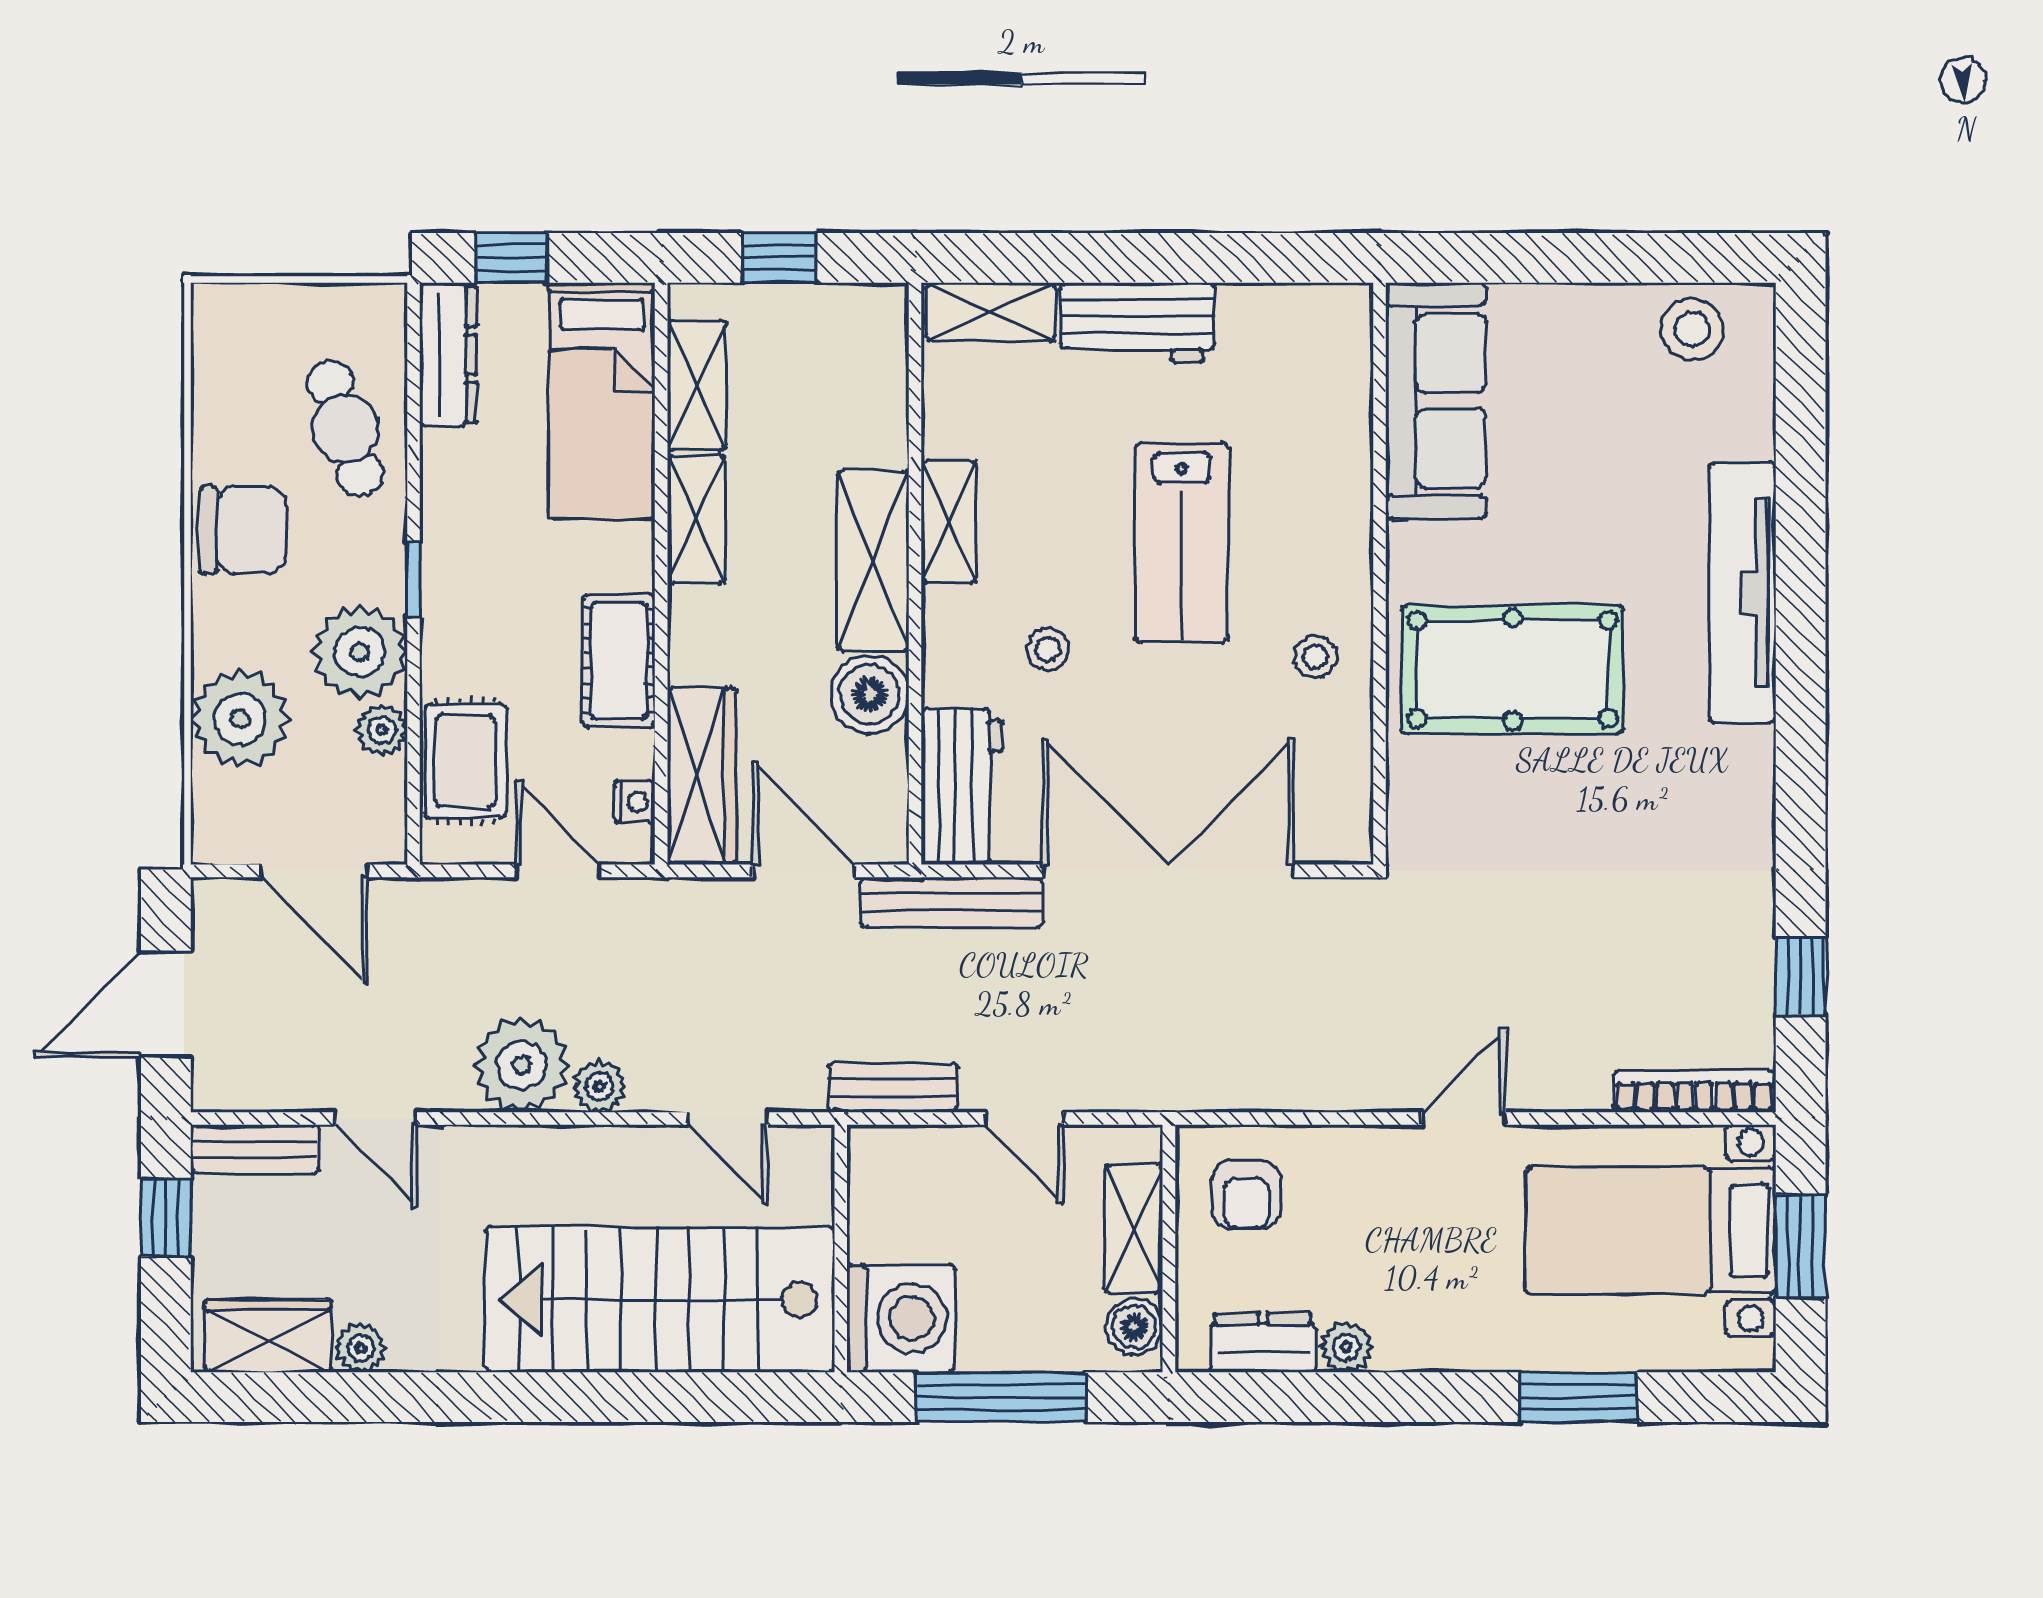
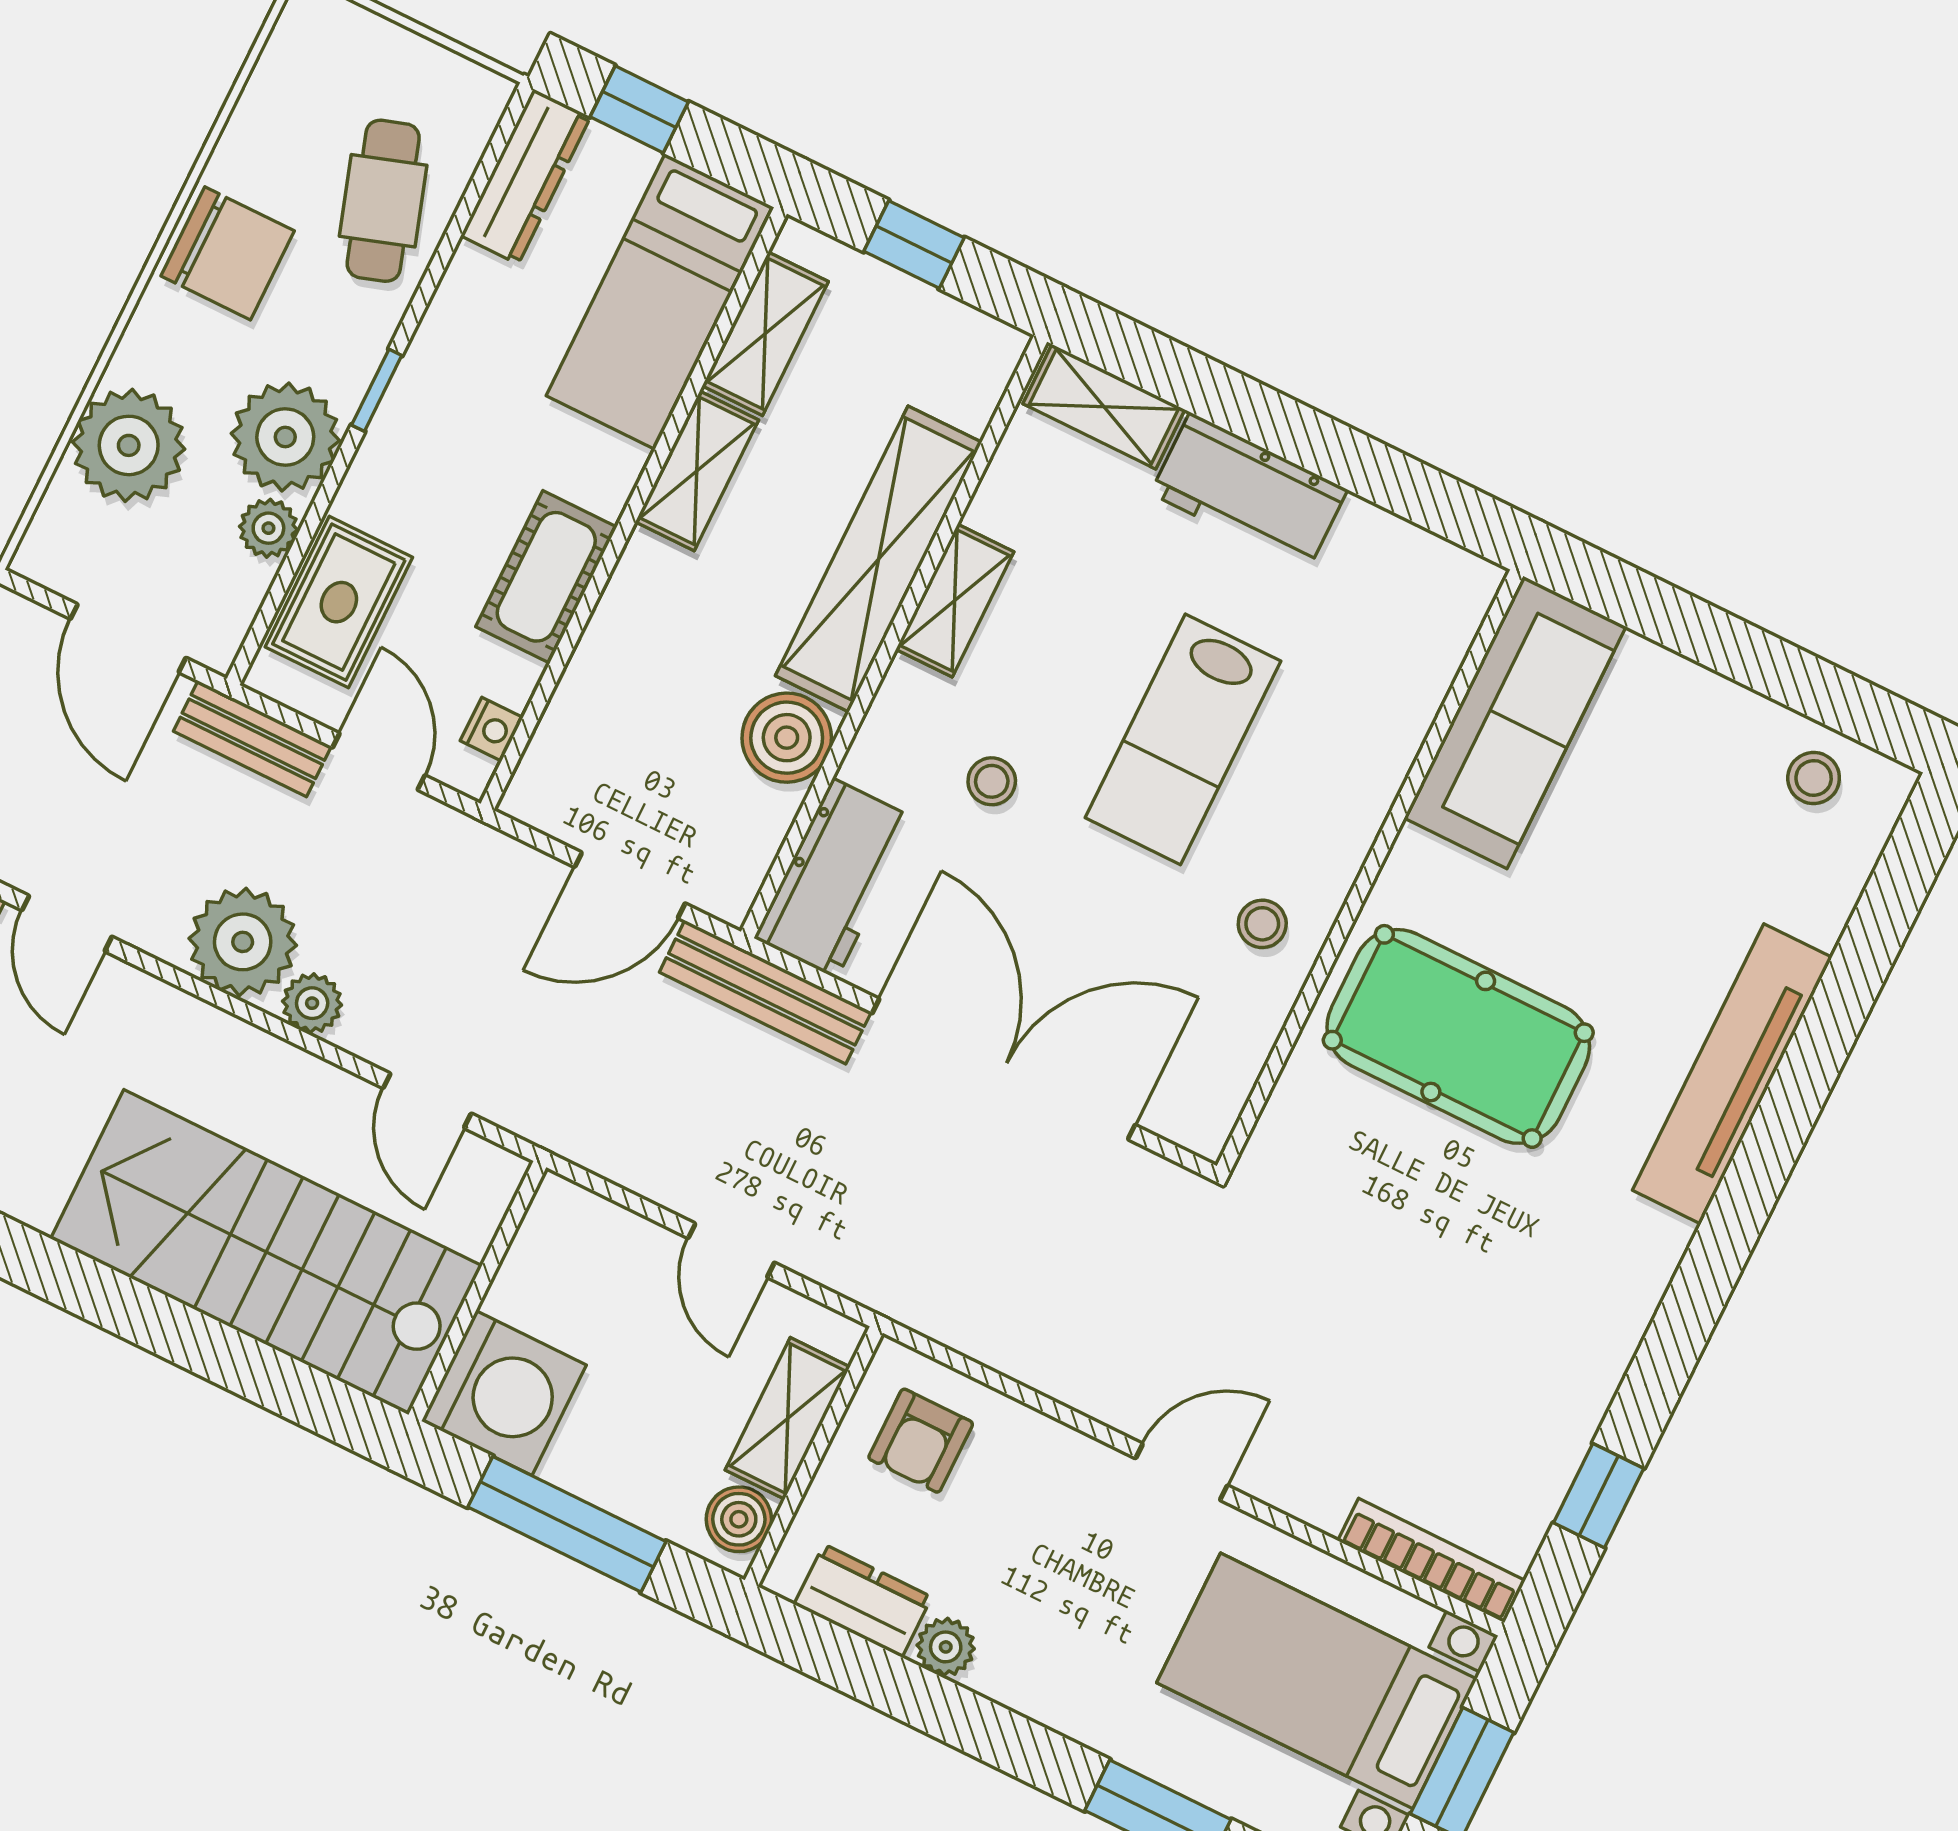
stool: (1692, 329) -> (1814, 778), width x0.73, depth x0.73
shelving: (873, 560) -> (879, 559), width x1.47
wardrobe: (701, 776) -> (573, 736), removed
door: (804, 871) -> (630, 885), swing flipped
bench: (892, 1088) -> (252, 739), moved

